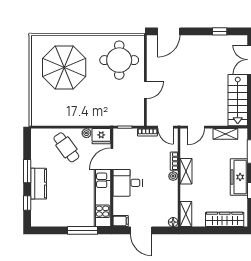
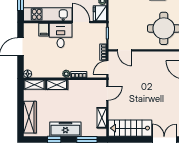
door: (145, 90) -> (125, 50), moved
door: (196, 127) -> (107, 93), swing flipped
shelving: (186, 171) -> (57, 85), moved
filing cabinet: (121, 221) -> (44, 30), moved

